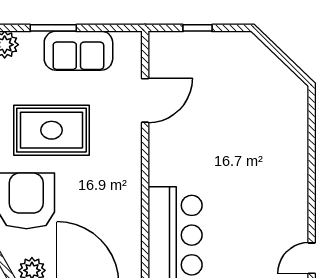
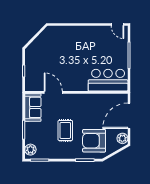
sofa: (78, 51) -> (33, 107), moved
rug: (52, 130) -> (65, 130), width x0.73, depth x0.70

